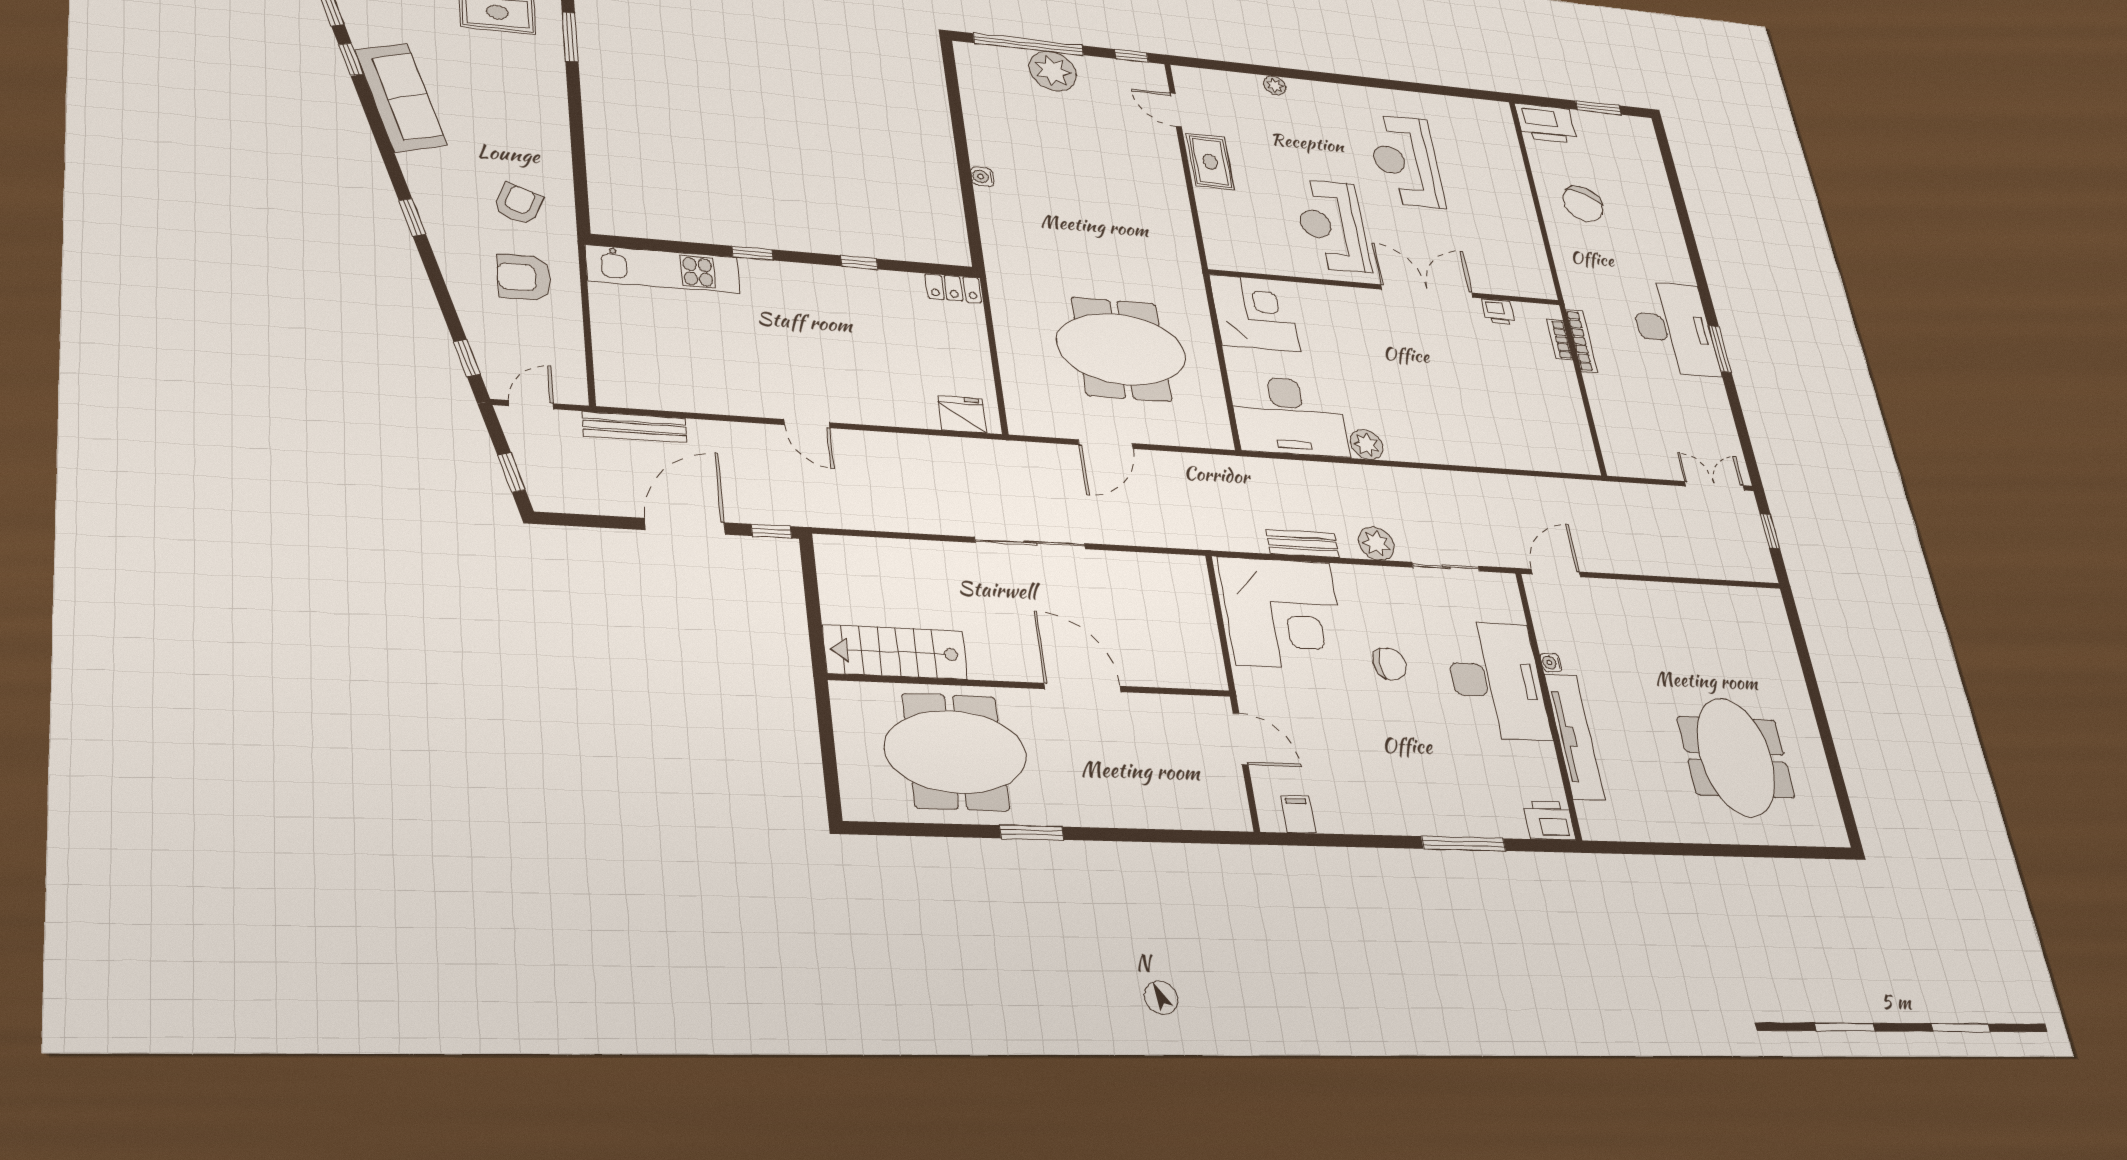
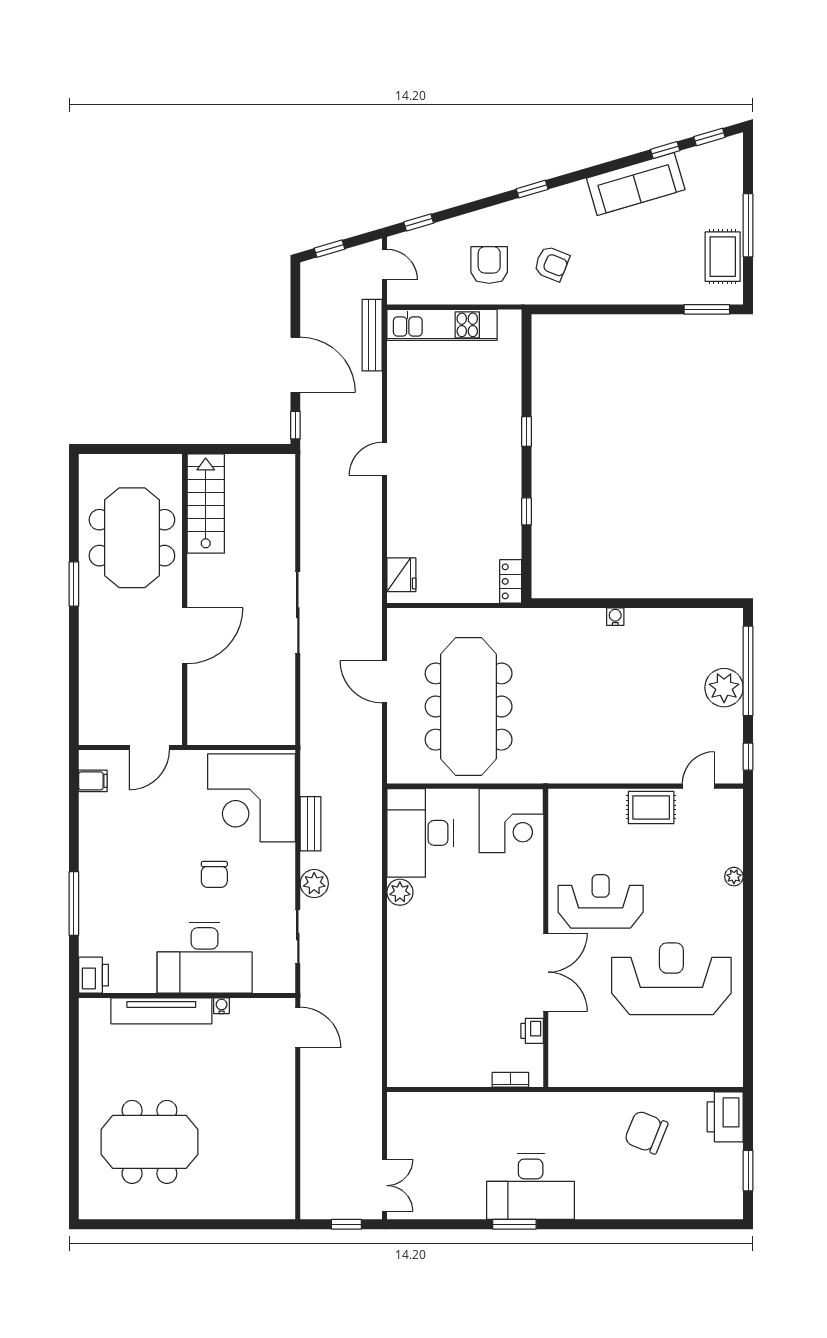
reception desk: (1405, 161) -> (671, 979), width x1.36, depth x1.30
kitchen unit: (663, 269) -> (442, 325), moved, turned -90
bookcase: (1582, 341) -> (511, 1099), removed
meeting table: (1121, 349) -> (469, 707), width x1.36

